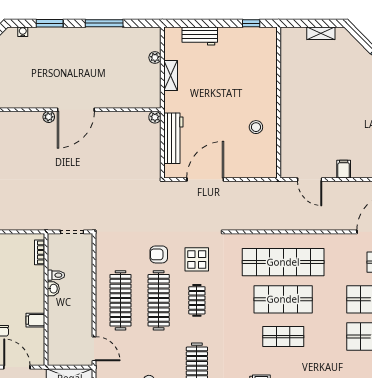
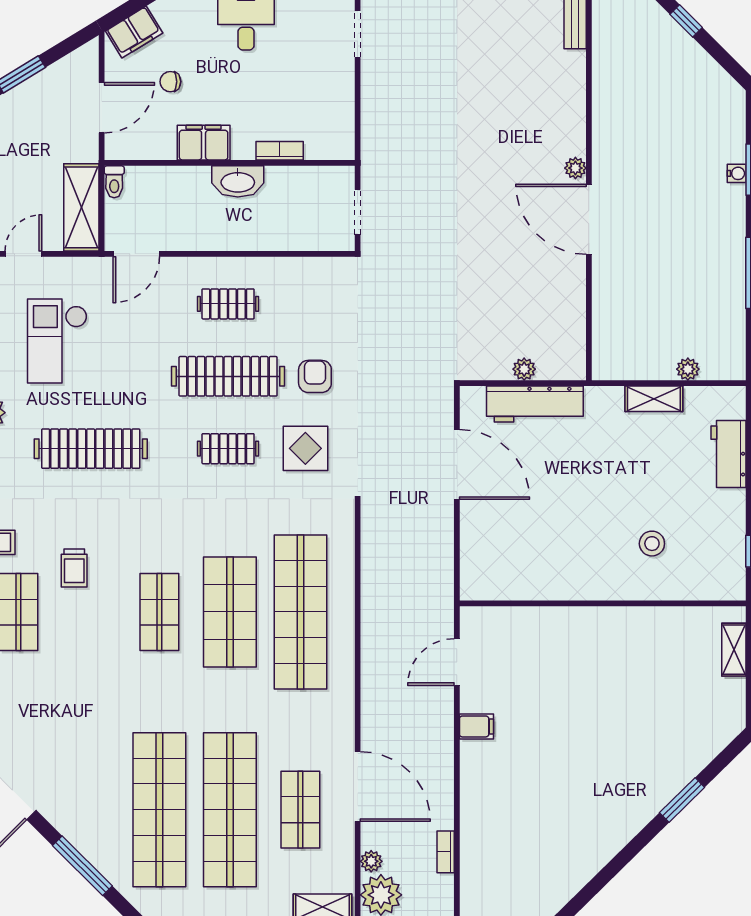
water cooler: (23, 32) -> (737, 173), moved
shelving: (321, 33) -> (734, 650), moved
plant: (155, 117) -> (524, 369), moved
stool: (256, 127) -> (652, 544), moved
bookcase: (40, 252) -> (280, 151), moved
toilet: (56, 275) -> (114, 182), moved
washbasin: (53, 289) -> (238, 181), width x1.91, depth x1.45
clothes rail: (120, 300) -> (228, 304), width x0.54, depth x0.76
filing cabinet: (35, 320) -> (204, 143), width x2.00

